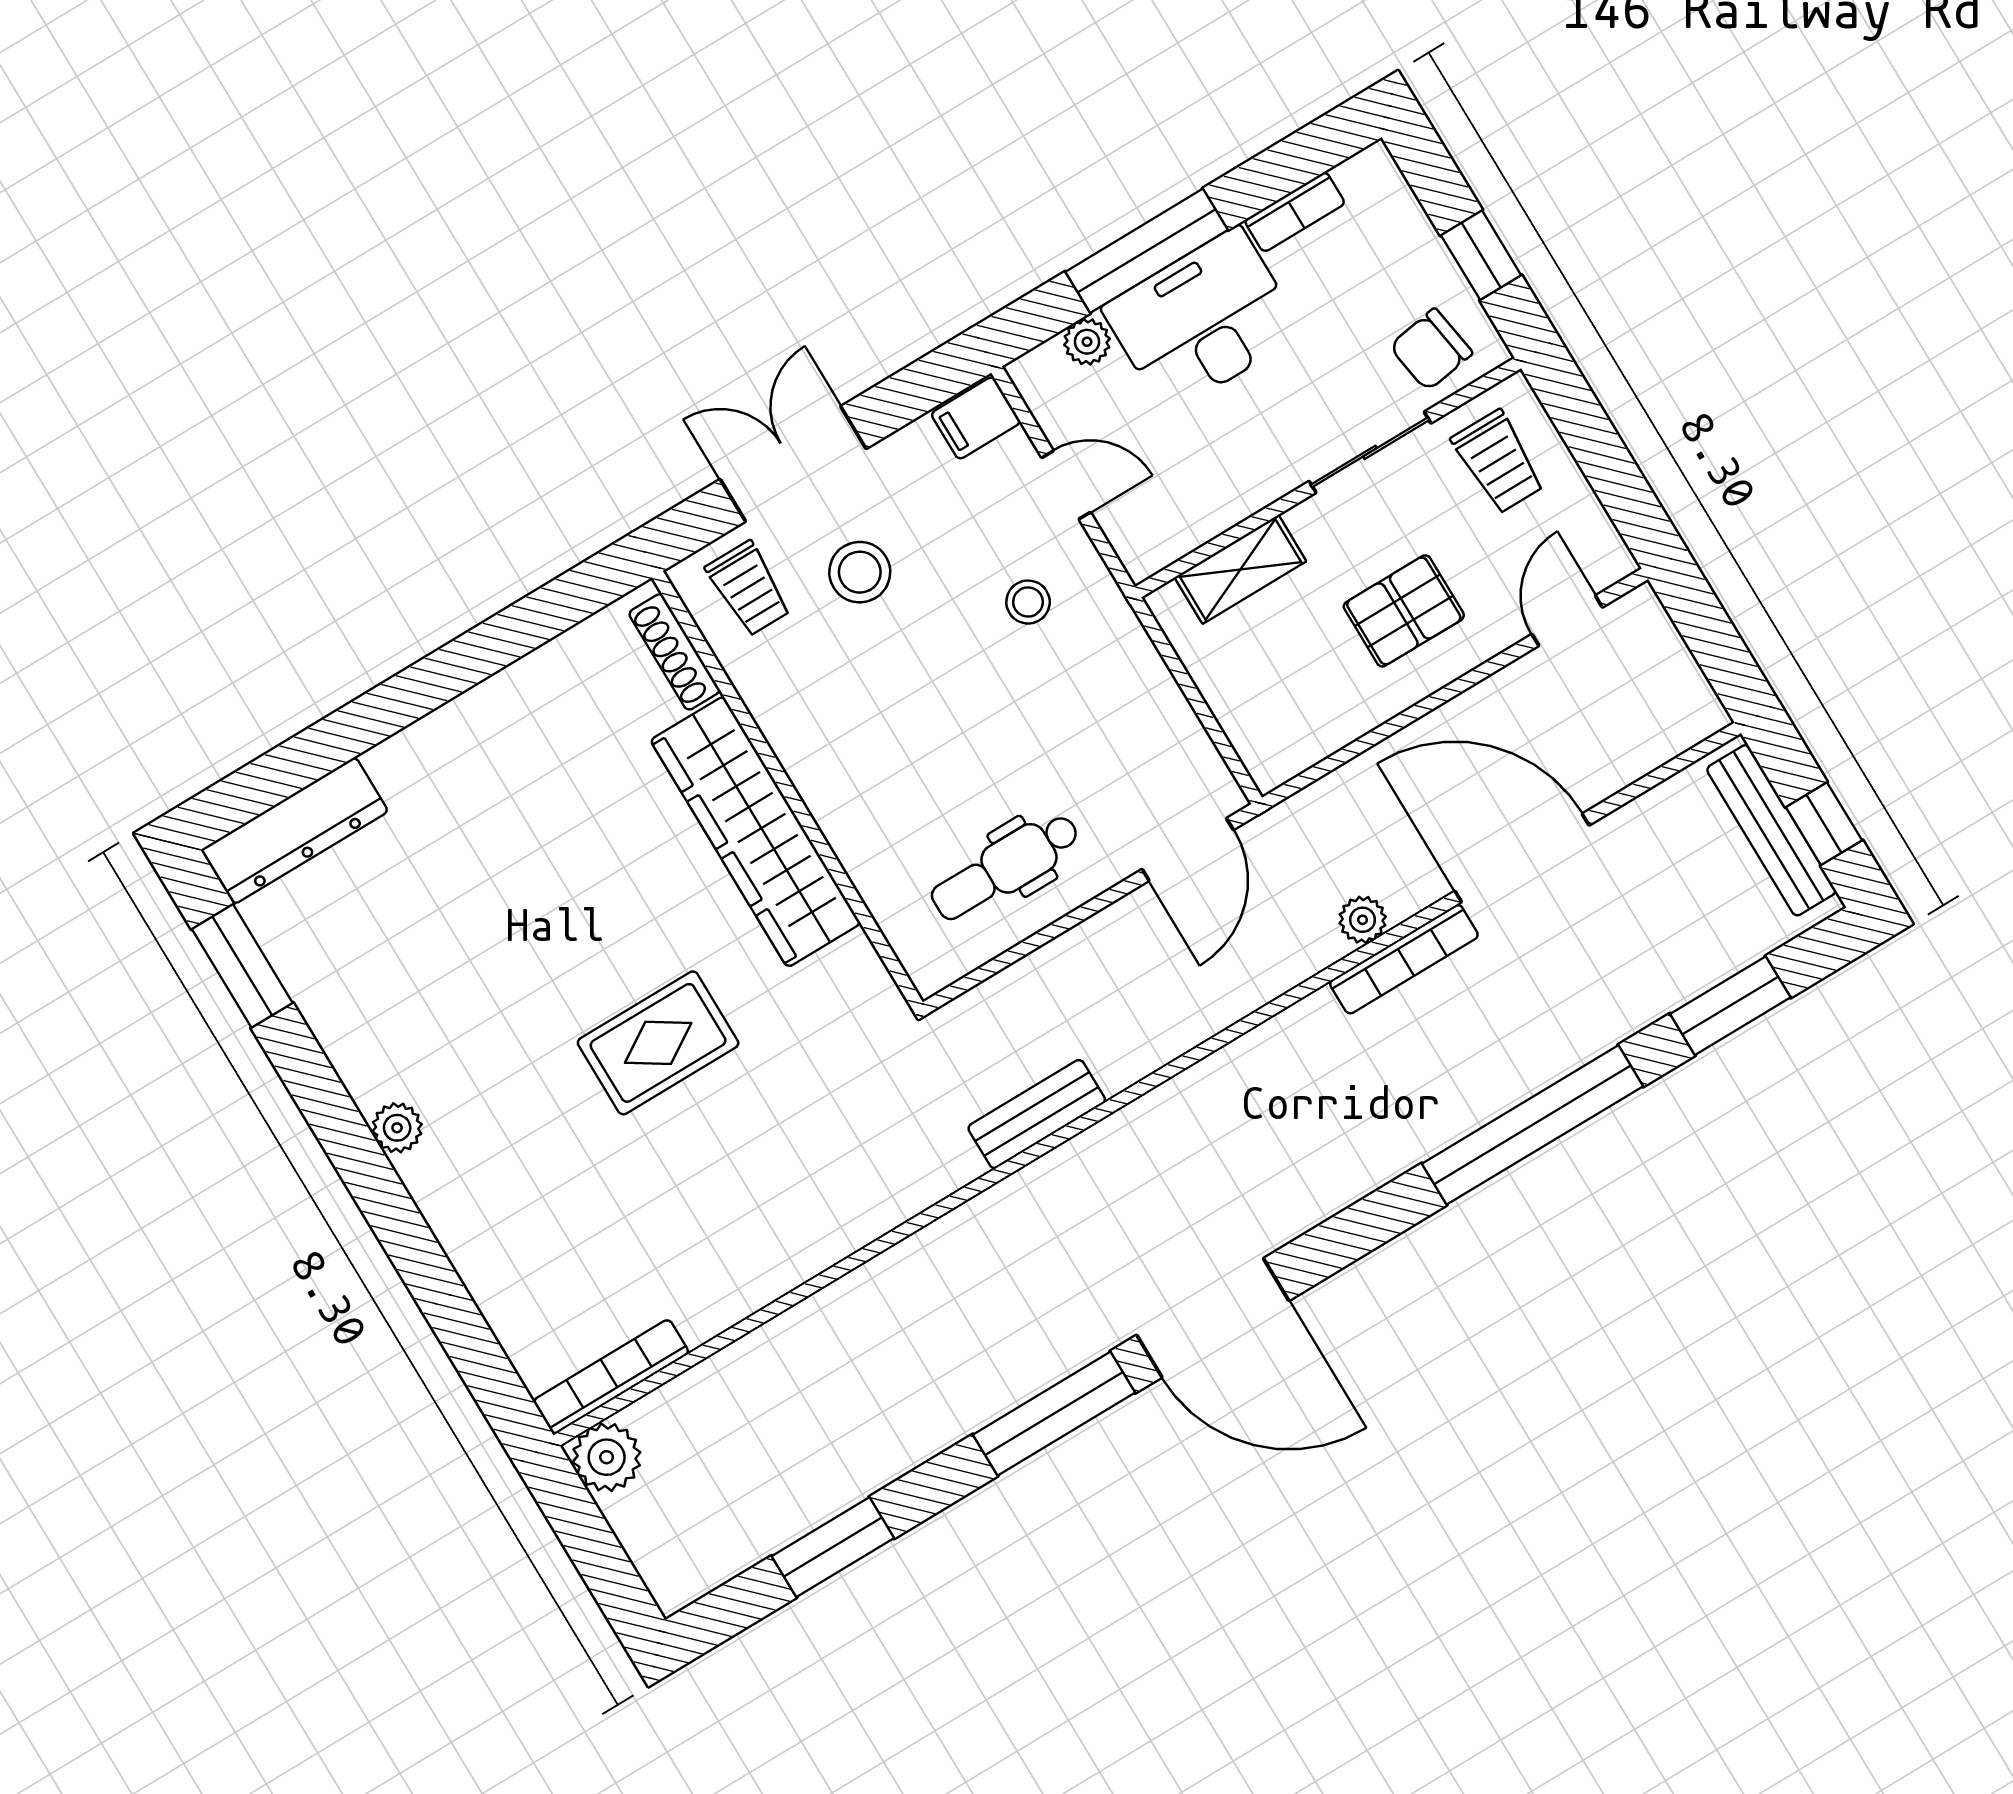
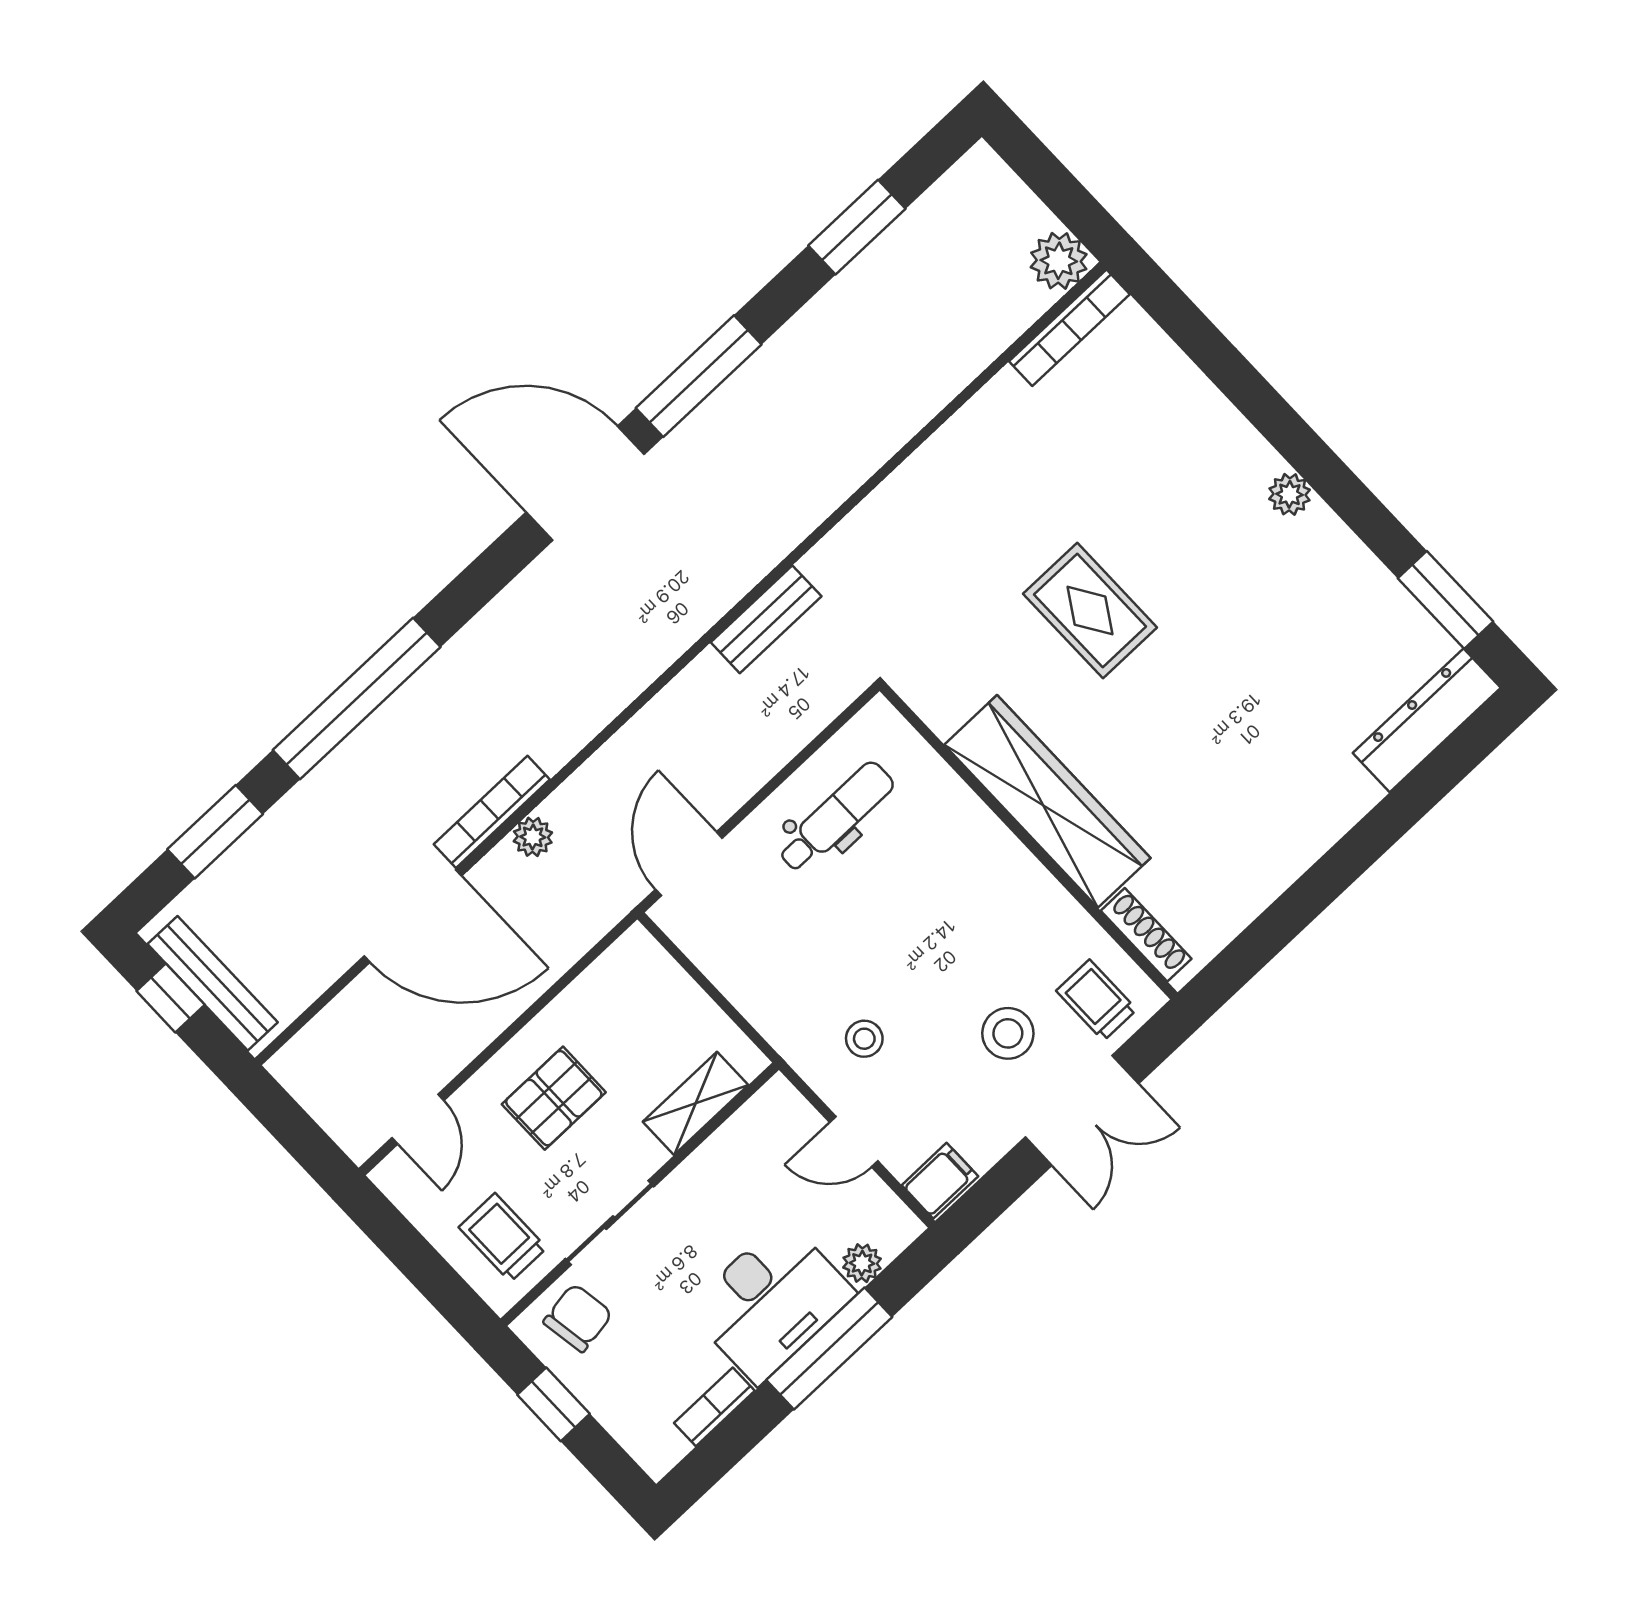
rug: (658, 1043) -> (1090, 611), turned 90

